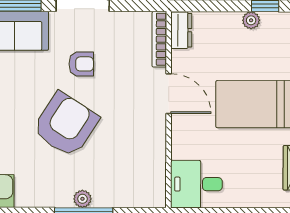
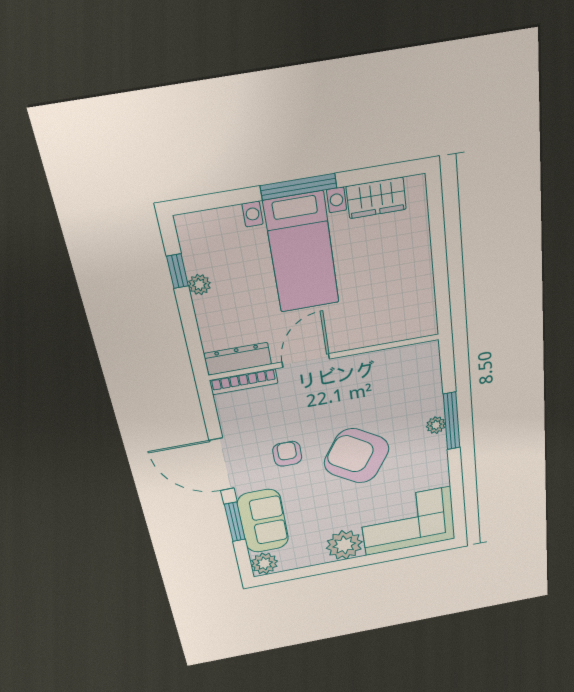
dresser: (181, 30) -> (238, 359), width x1.44
desk: (196, 184) -> (408, 312), removed

